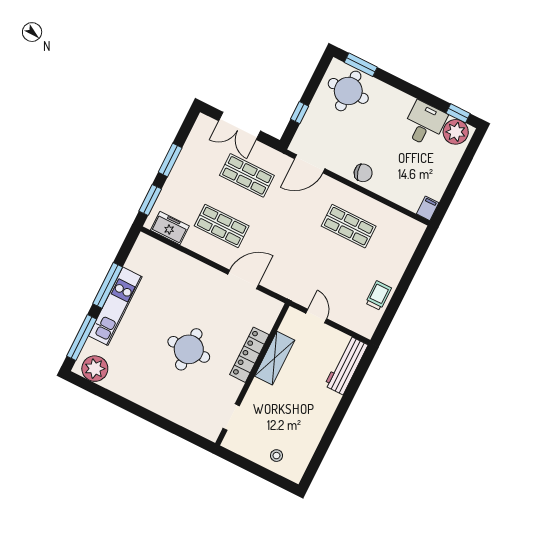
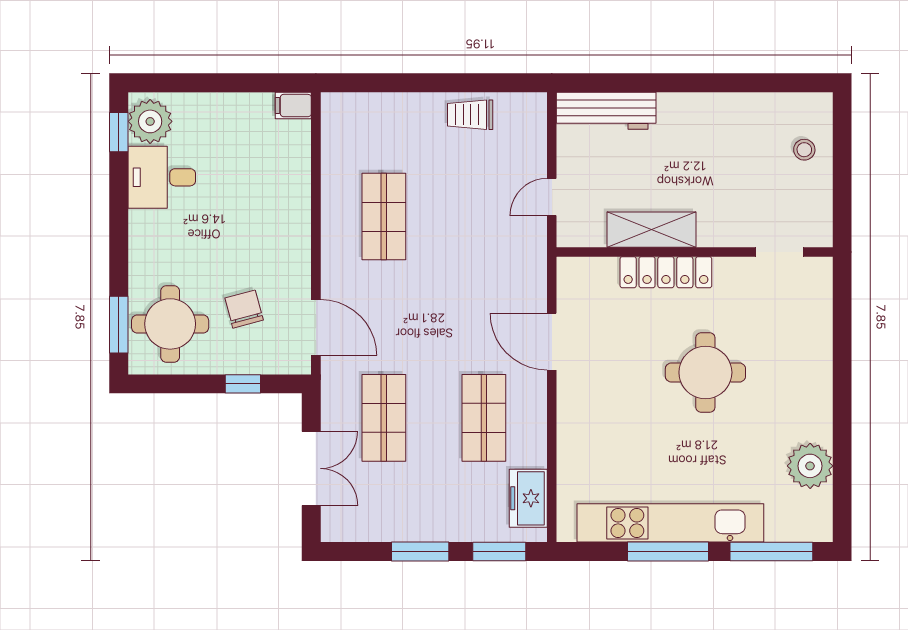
chair: (363, 173) -> (244, 309), moved
kitchen unit: (115, 306) -> (670, 523), width x1.36
plant: (95, 369) -> (810, 466), moved

